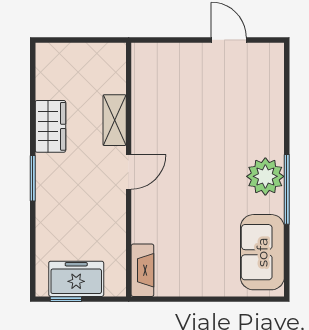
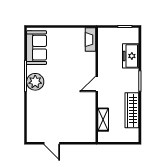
shelving: (115, 120) -> (103, 120), moved
wardrobe: (50, 126) -> (132, 110), width x1.50
freezer: (76, 279) -> (131, 56), moved, turned 90

